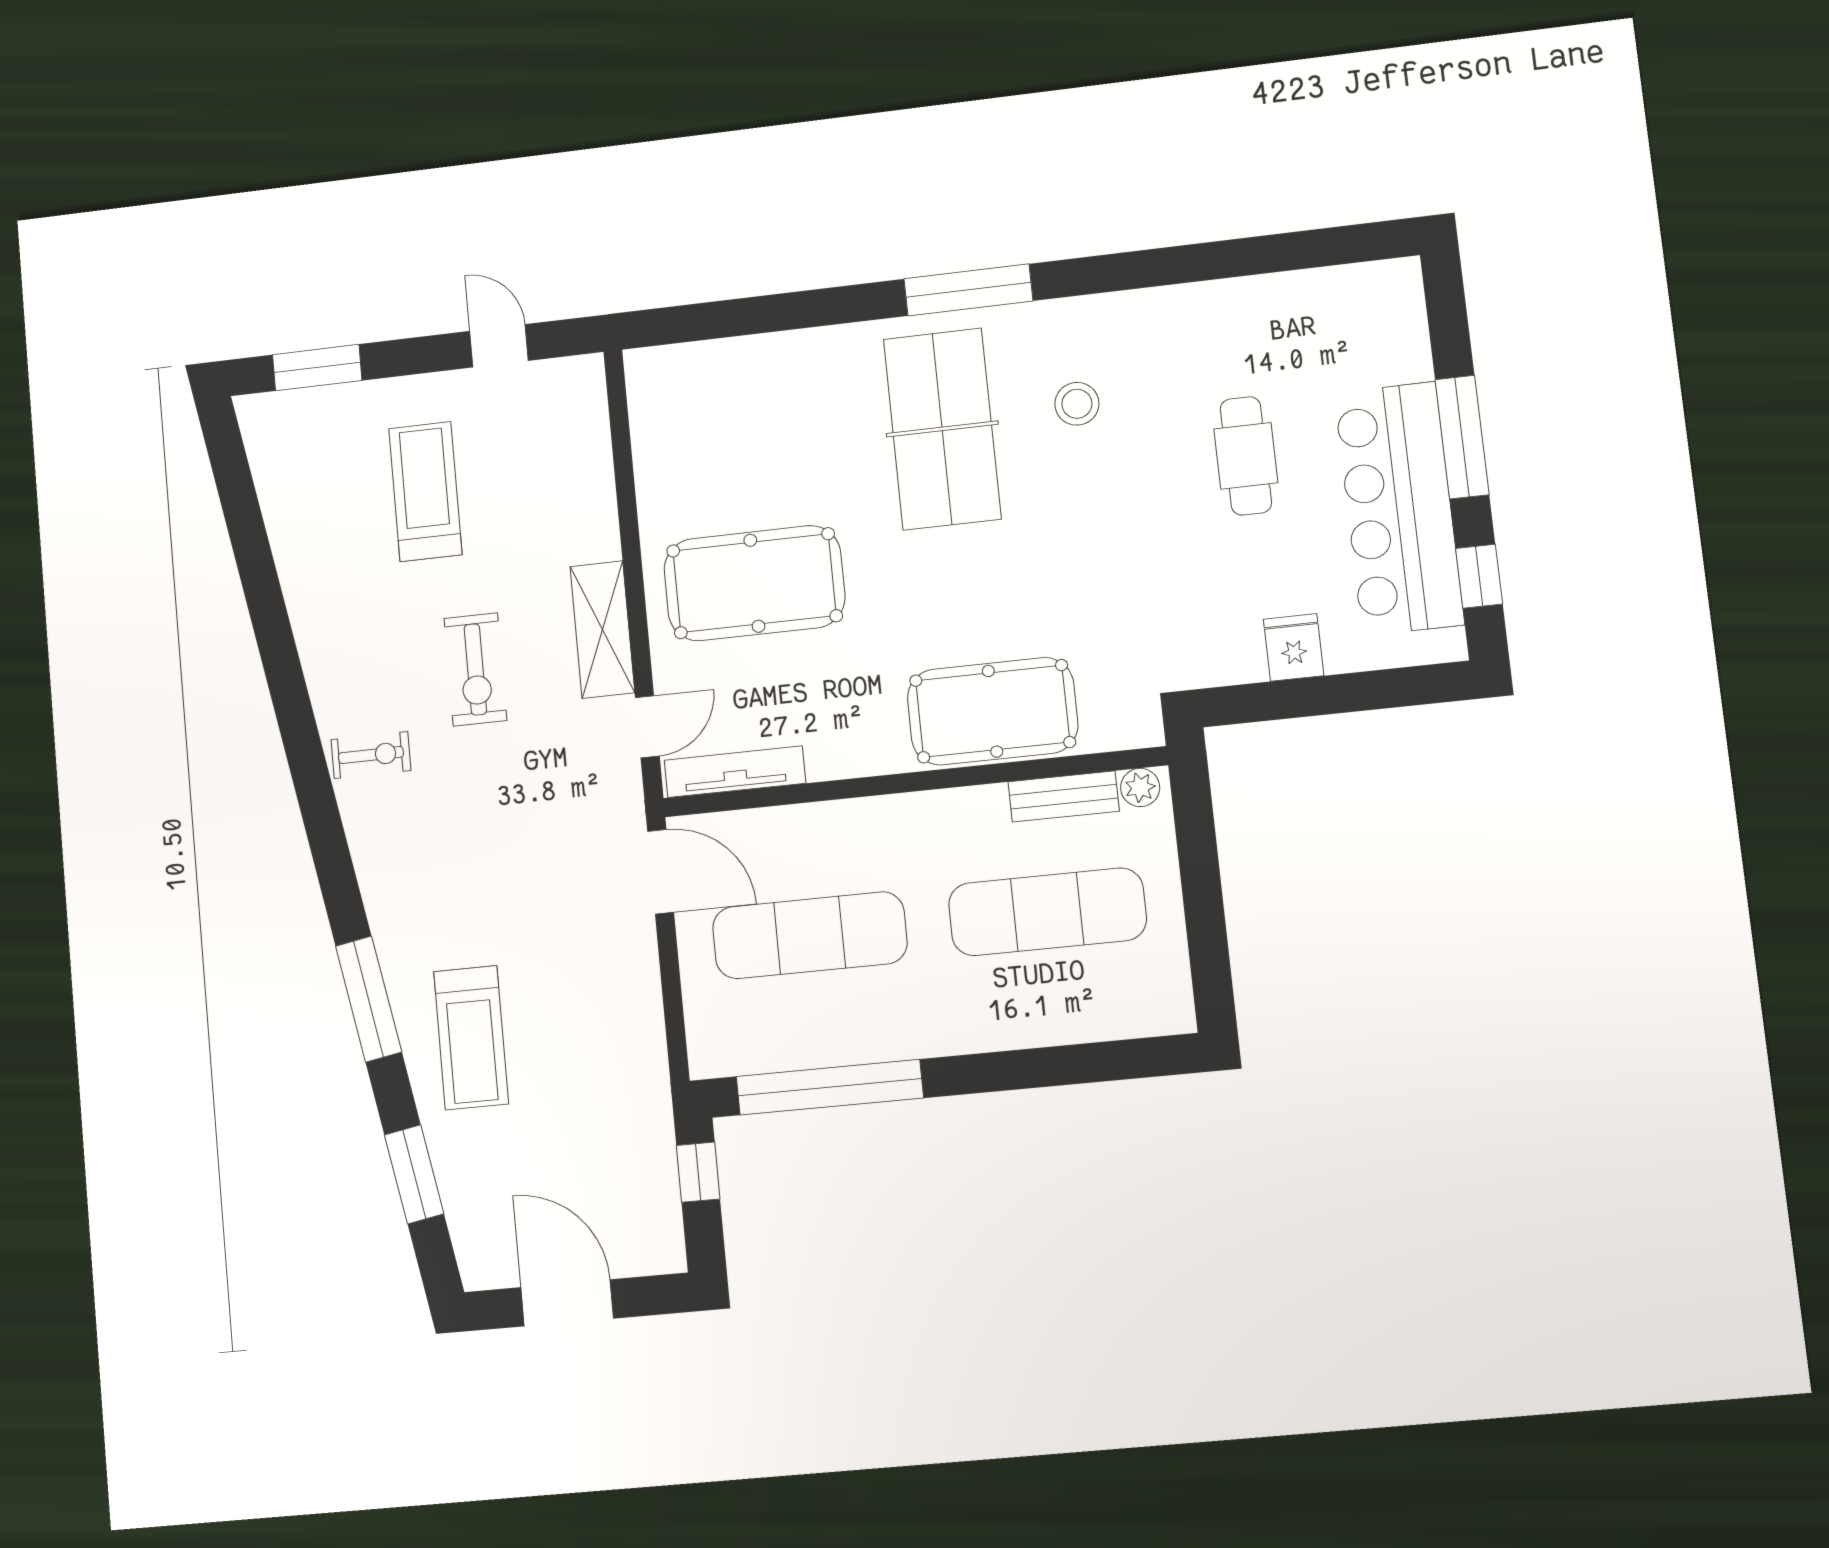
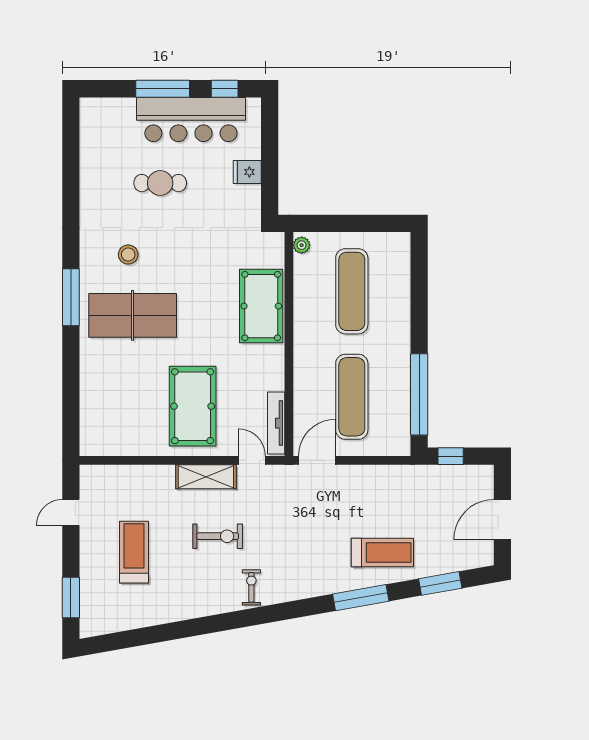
treadmill: (425, 491) -> (134, 552), turned 90
bench: (1064, 796) -> (302, 279), removed

